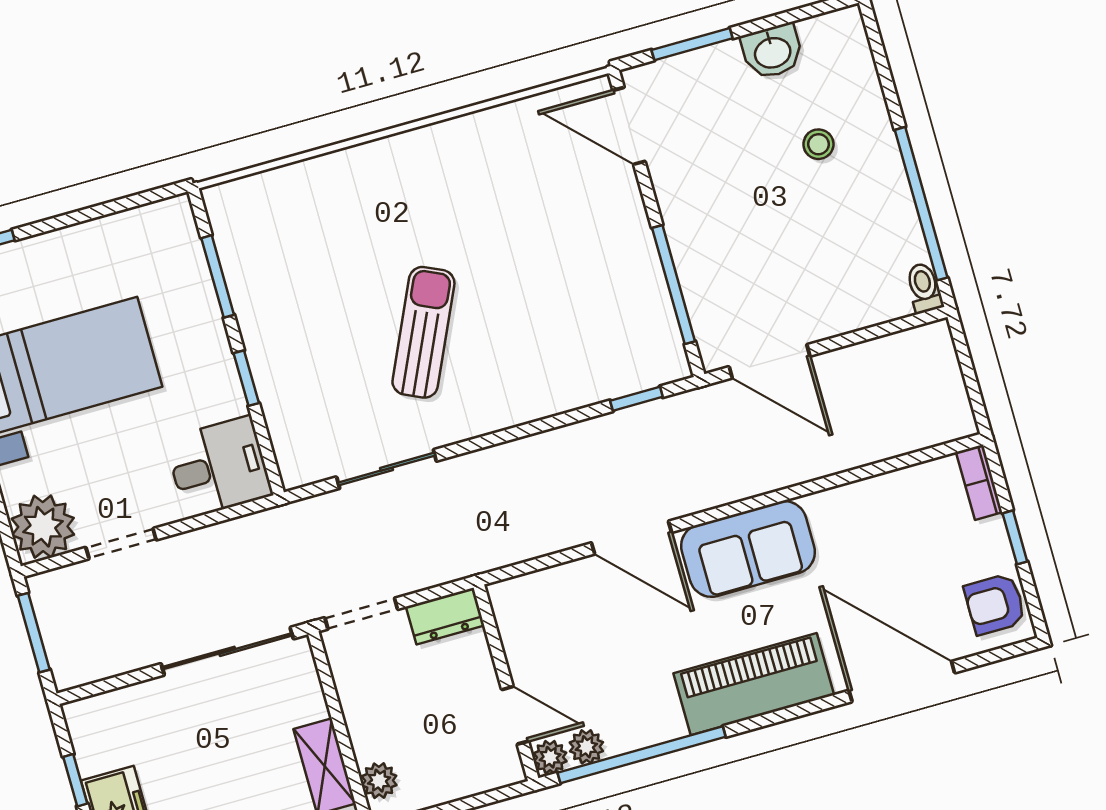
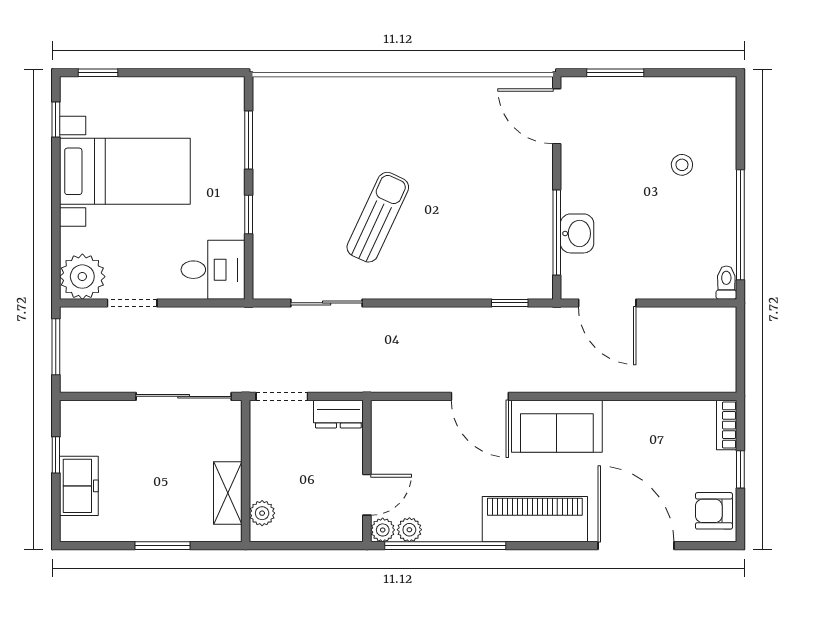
washbasin: (772, 51) -> (577, 233), moved, turned -90
door: (515, 715) -> (367, 495), hinge flipped

